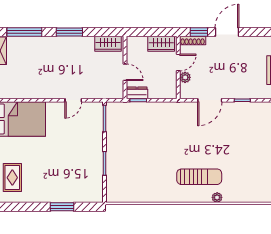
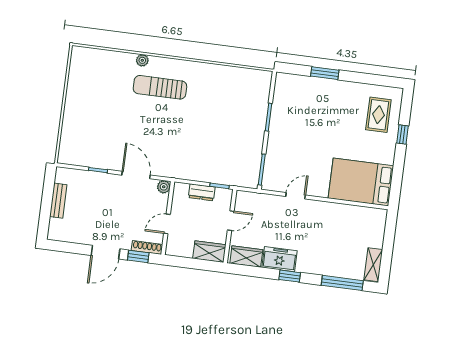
window: (69, 32) -> (290, 276), width x0.67
wardrobe: (161, 44) -> (209, 252), moved
freezer: (80, 45) -> (280, 259), added
door: (125, 72) -> (231, 221), swing flipped
plant: (185, 77) -> (164, 187), moved
dresser: (137, 93) -> (202, 192), moved
door: (210, 100) -> (136, 175), hinge flipped

